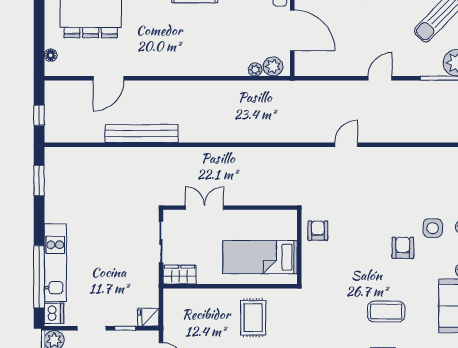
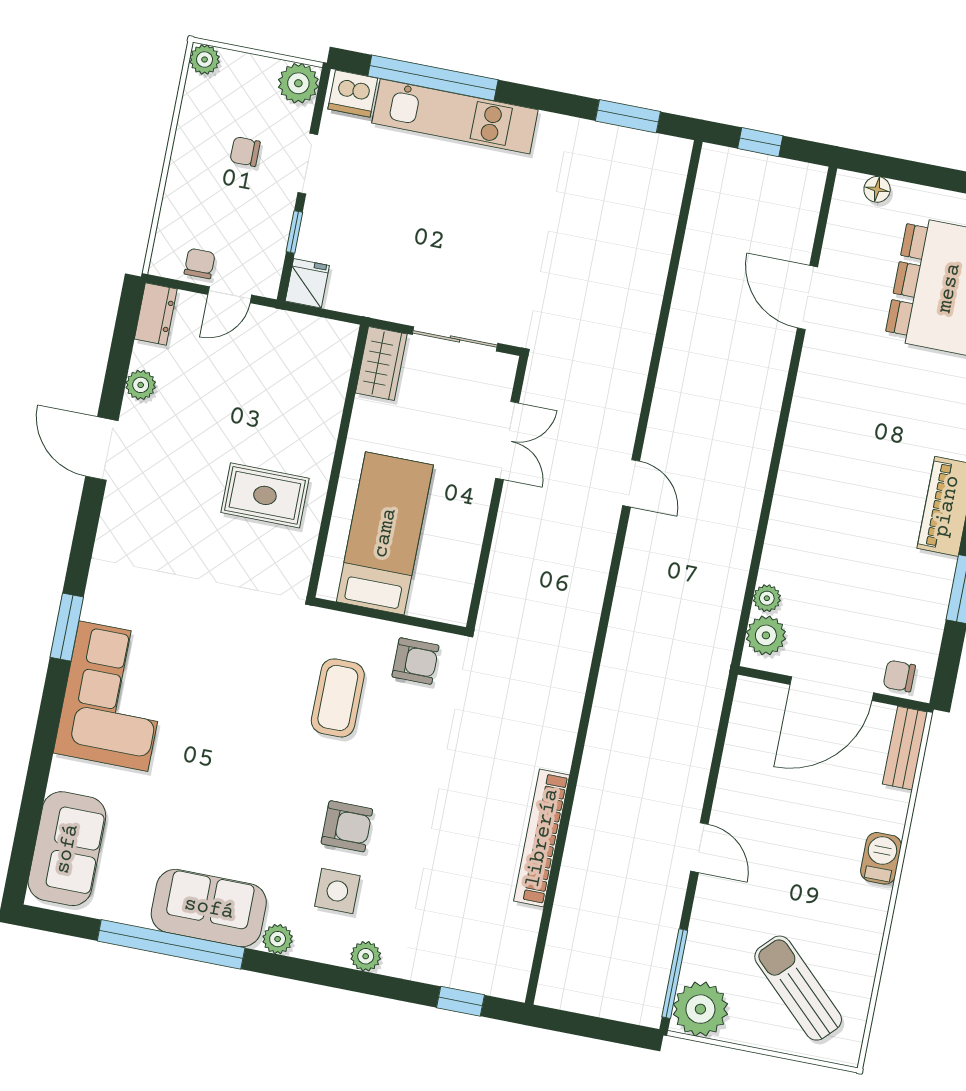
bench: (142, 134) -> (682, 342), removed
door: (346, 145) -> (631, 483), moved
bookcase: (390, 154) -> (542, 838), added
side table: (433, 228) -> (337, 891), moved
coffee table: (386, 312) -> (338, 698), moved

